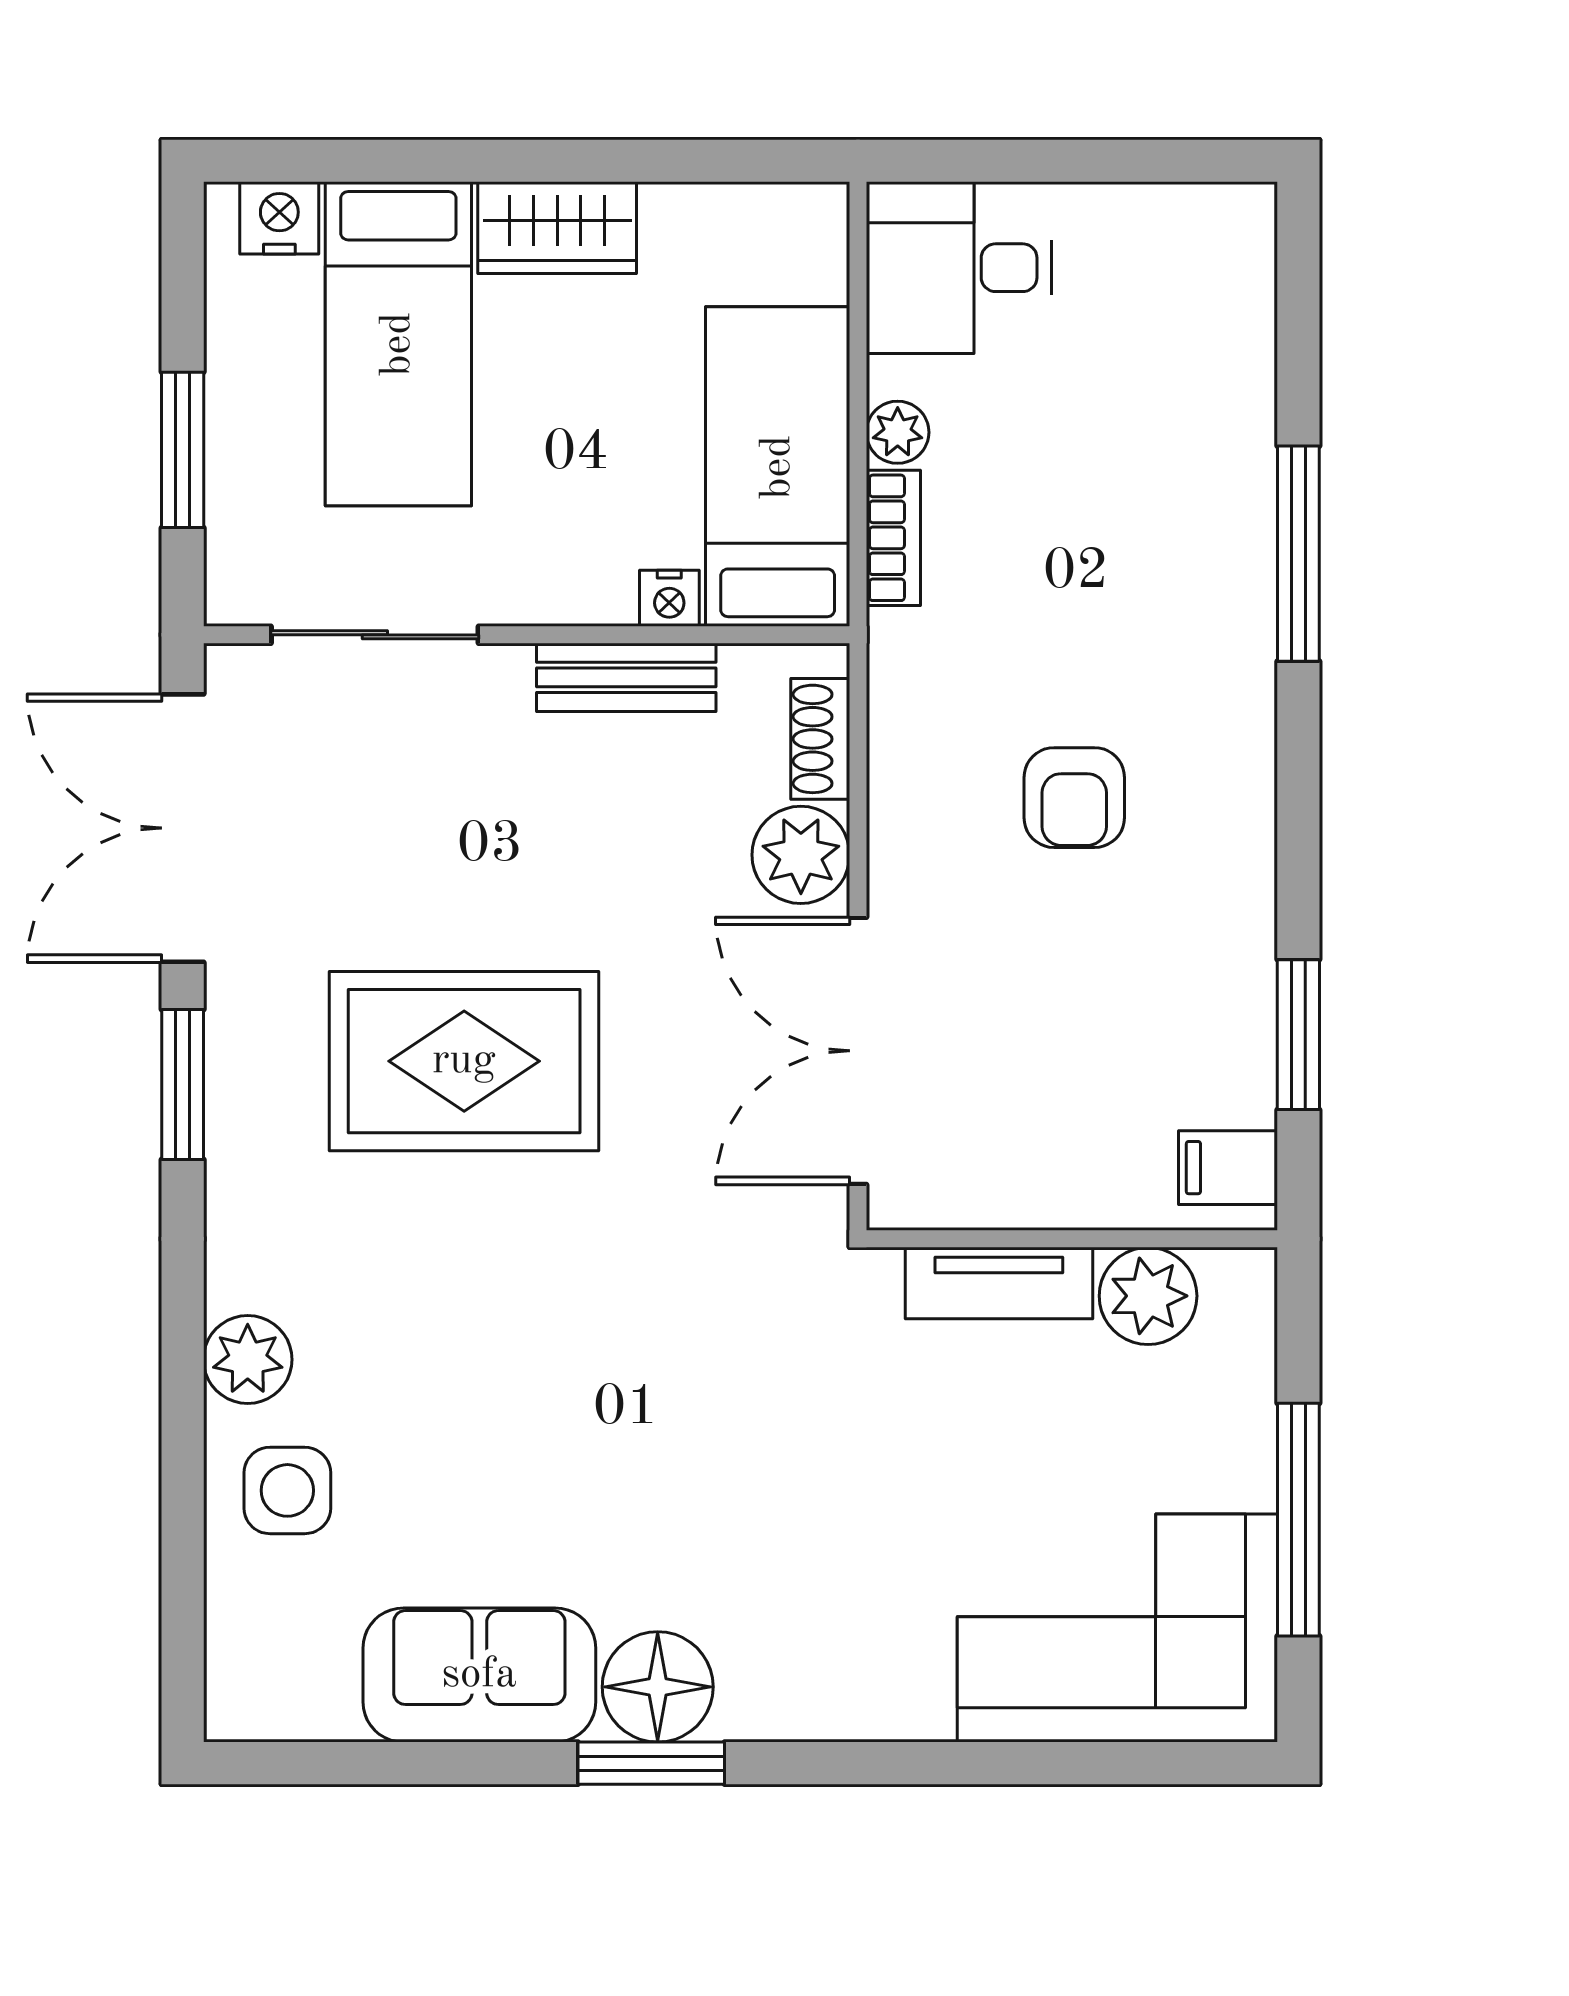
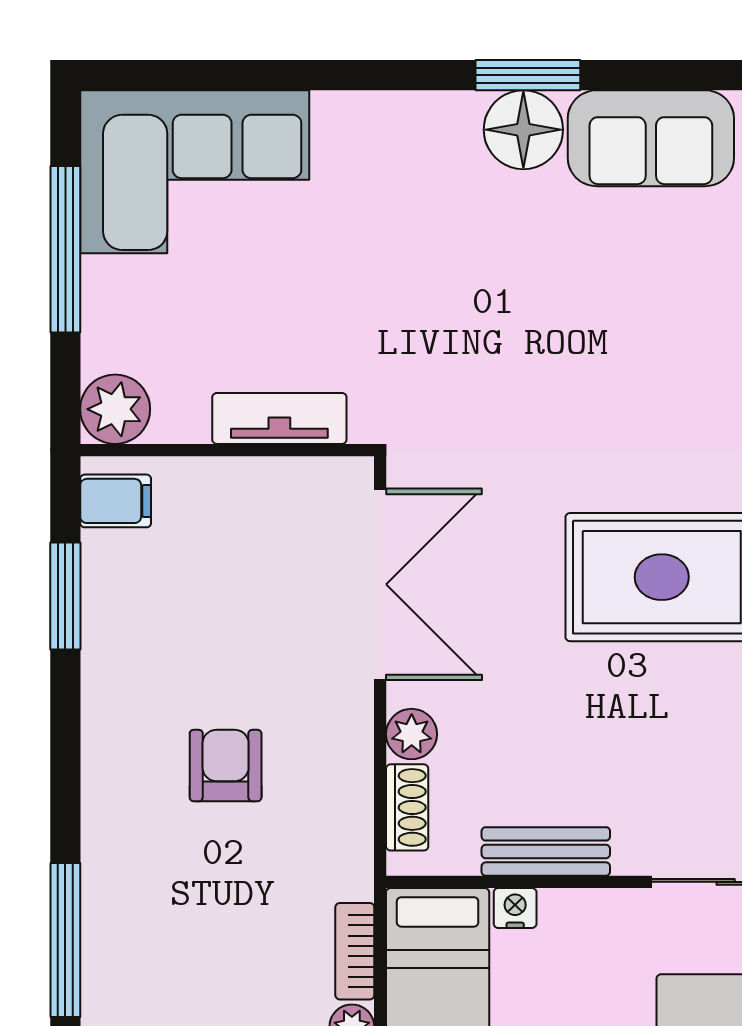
plant: (801, 855) -> (412, 734), width x0.73, depth x0.73
plant: (1148, 1296) -> (115, 409), moved

